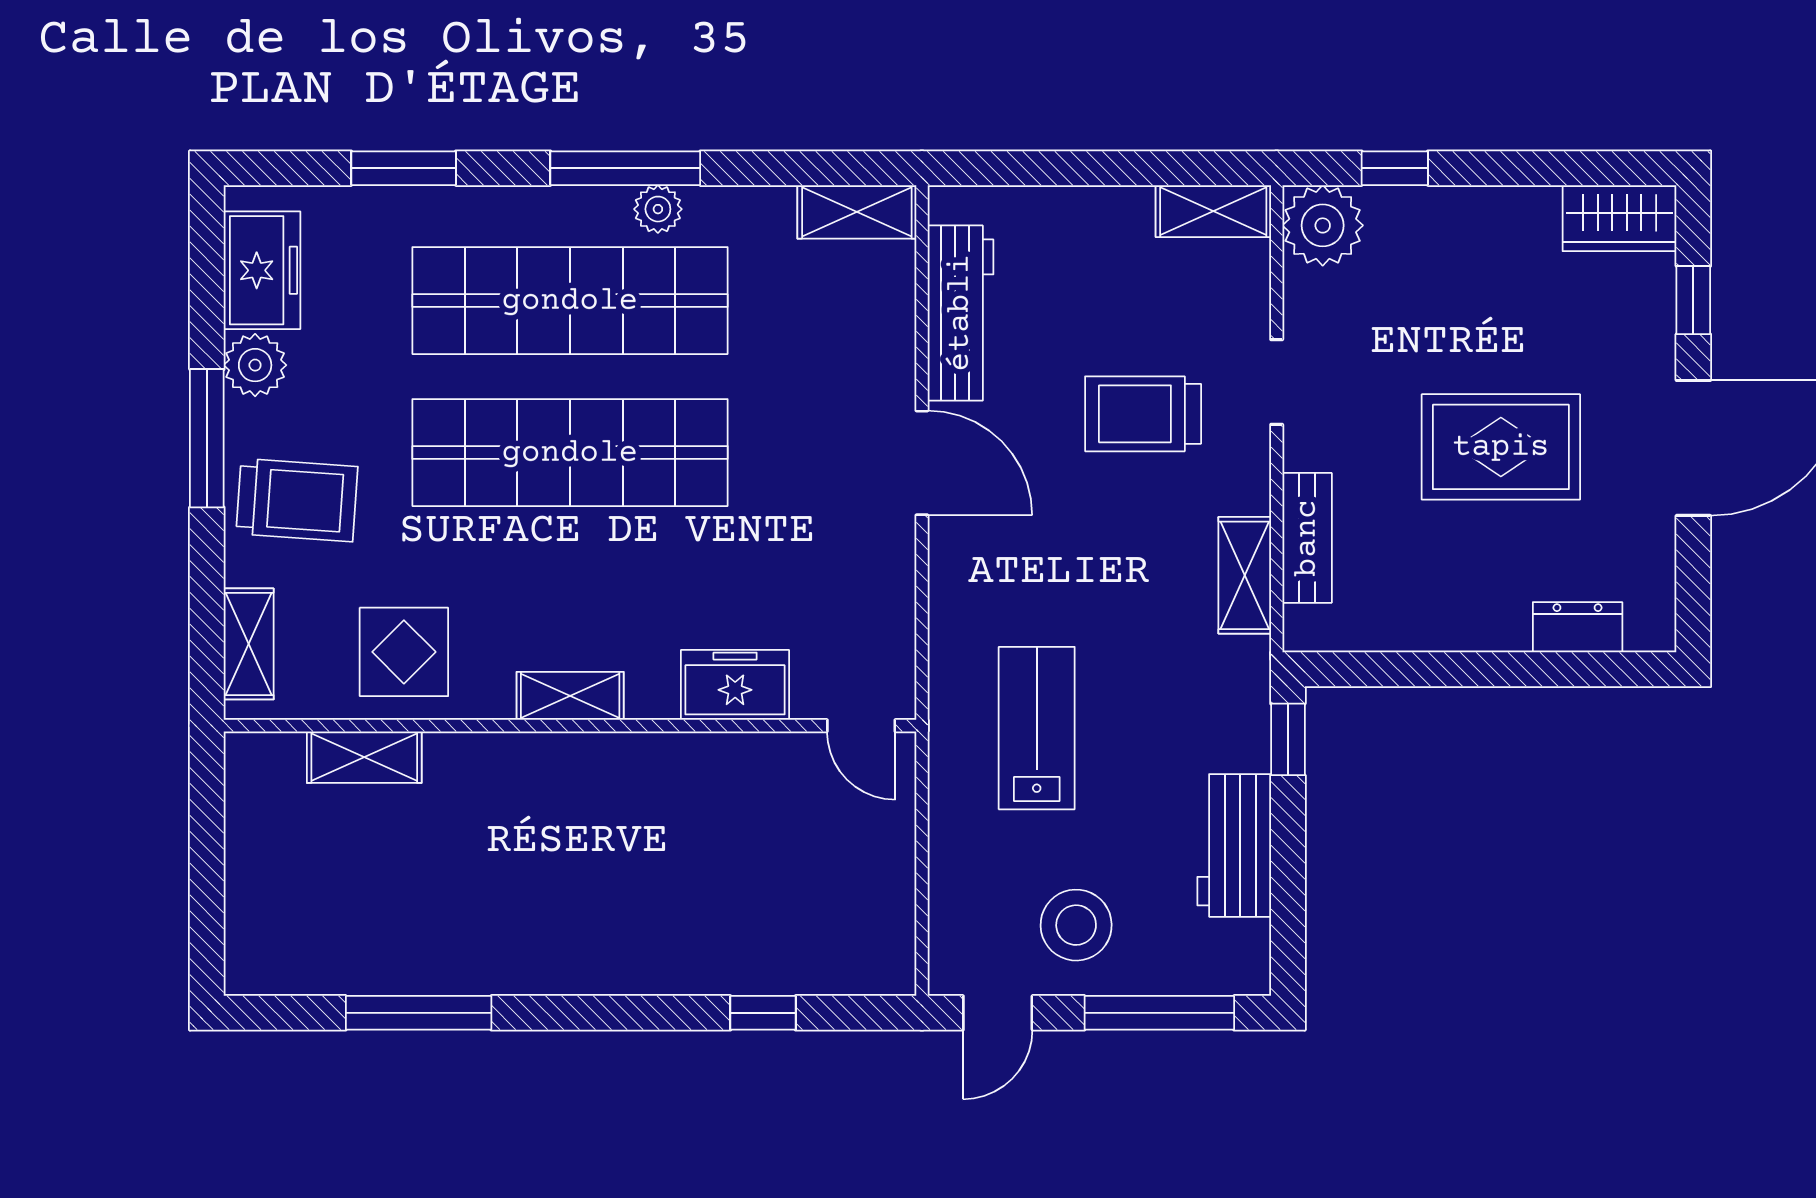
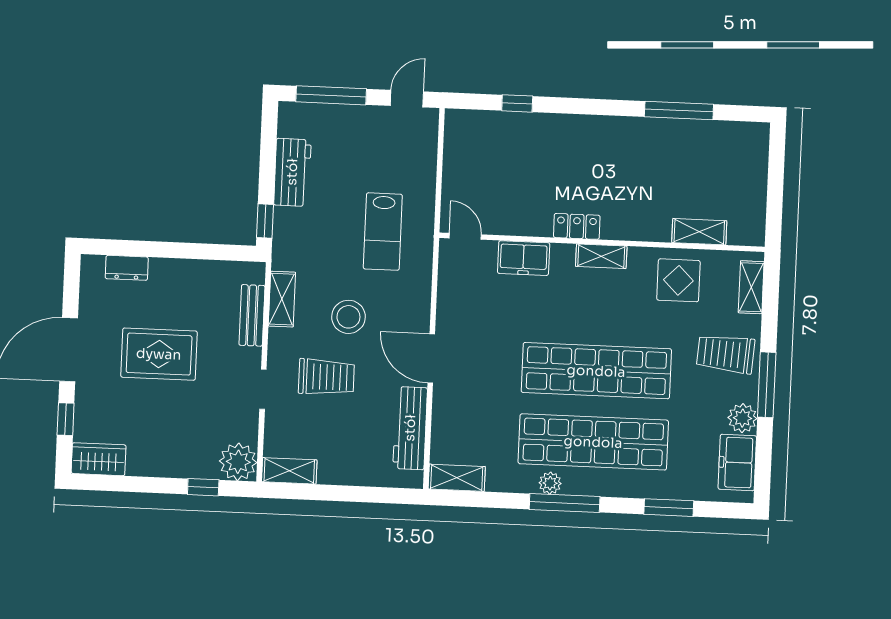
locker: (625, 757) -> (577, 226), added
stool: (1076, 925) -> (348, 317), moved

